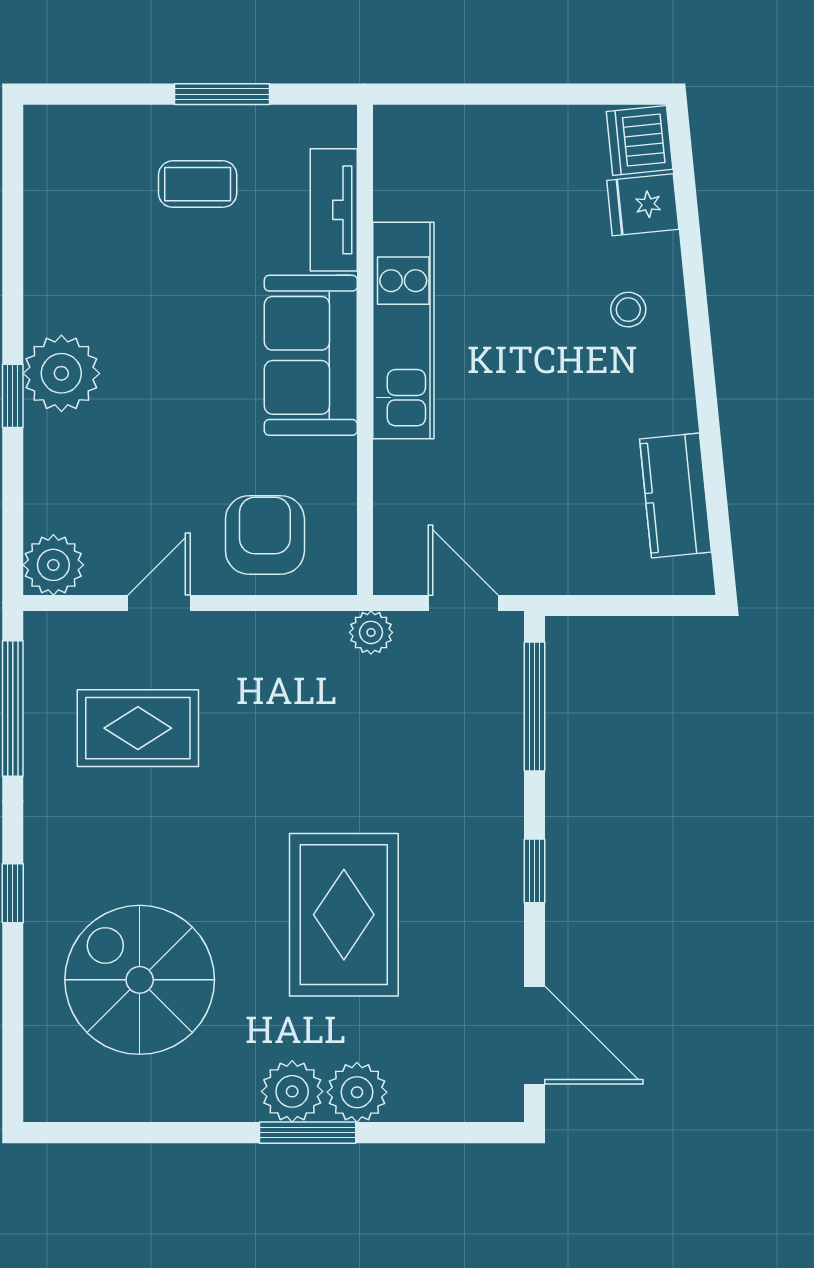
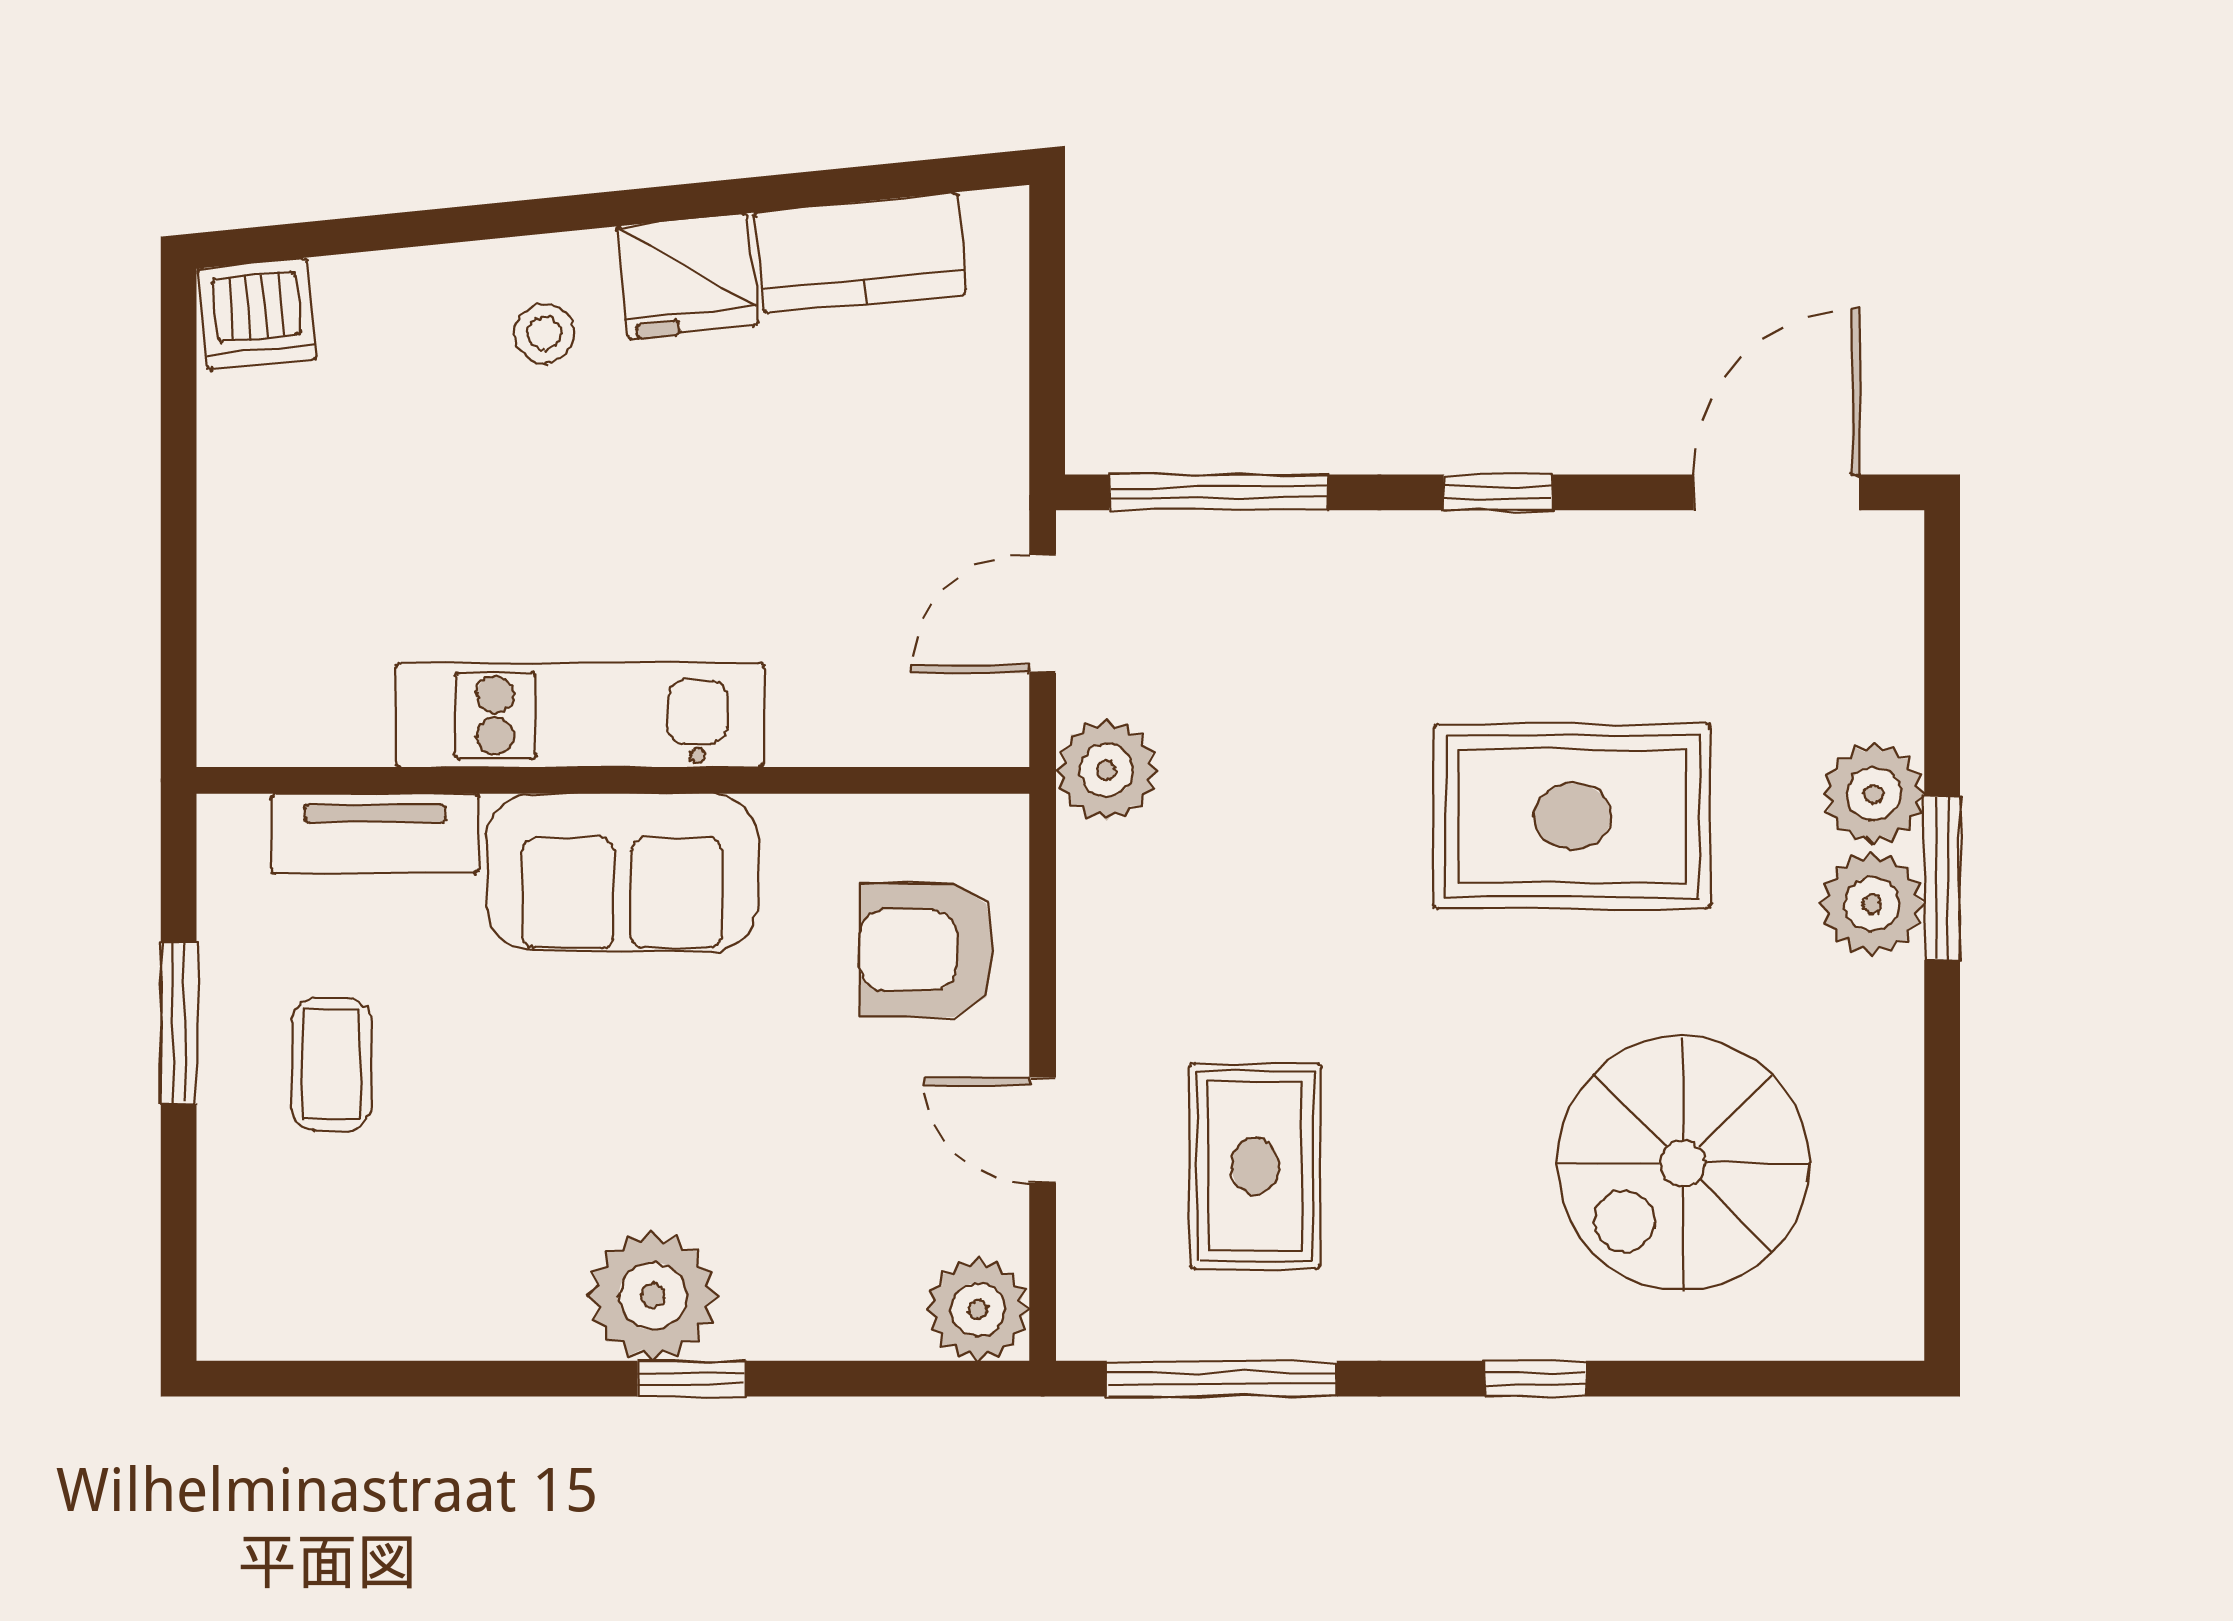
fridge: (643, 205) -> (687, 276), moved, width x1.38
plant: (371, 632) -> (1107, 770), width x1.38, depth x1.38

